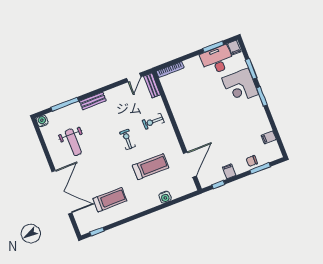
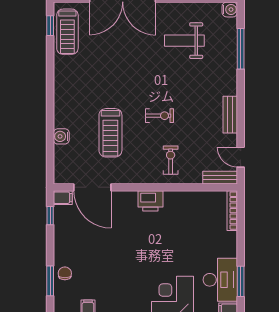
bench: (93, 101) -> (230, 115), moved
printer: (184, 124) -> (150, 201), added
filing cabinet: (229, 171) -> (63, 198), moved
treadmill: (110, 200) -> (67, 32), moved

